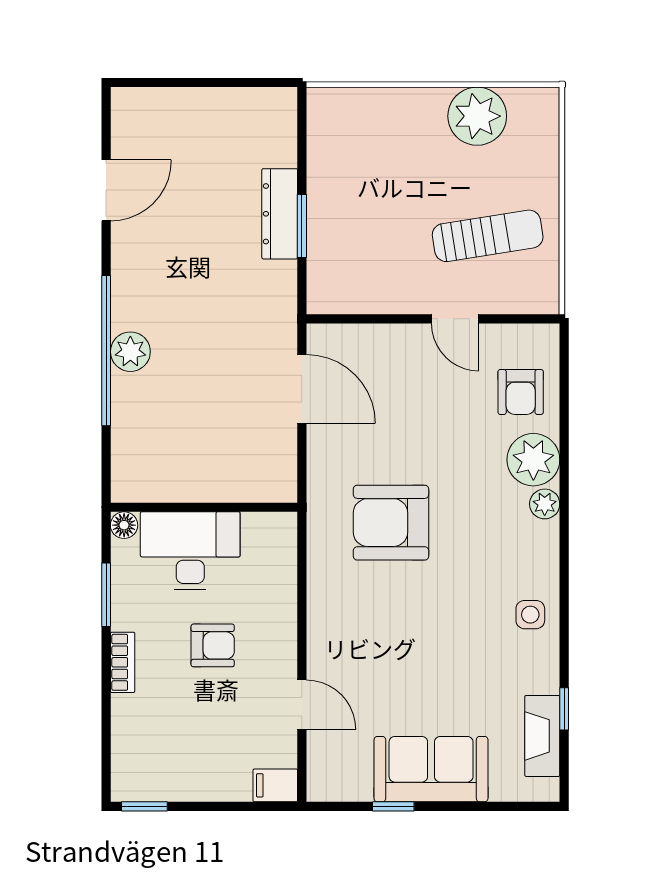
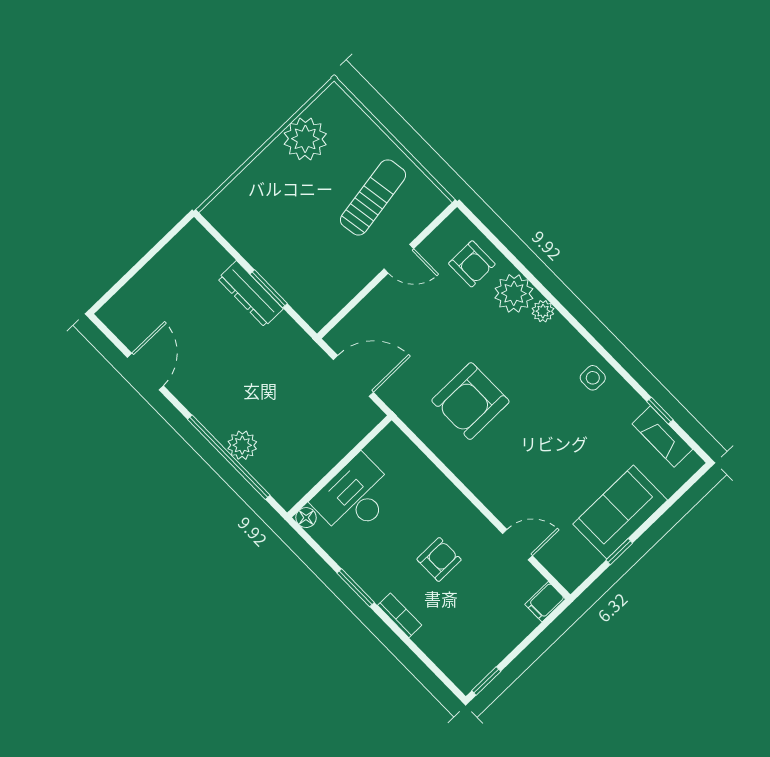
wall: (204, 507) -> (339, 466), moved
floor lamp: (124, 525) -> (306, 518), moved
desk: (190, 551) -> (355, 497), moved

